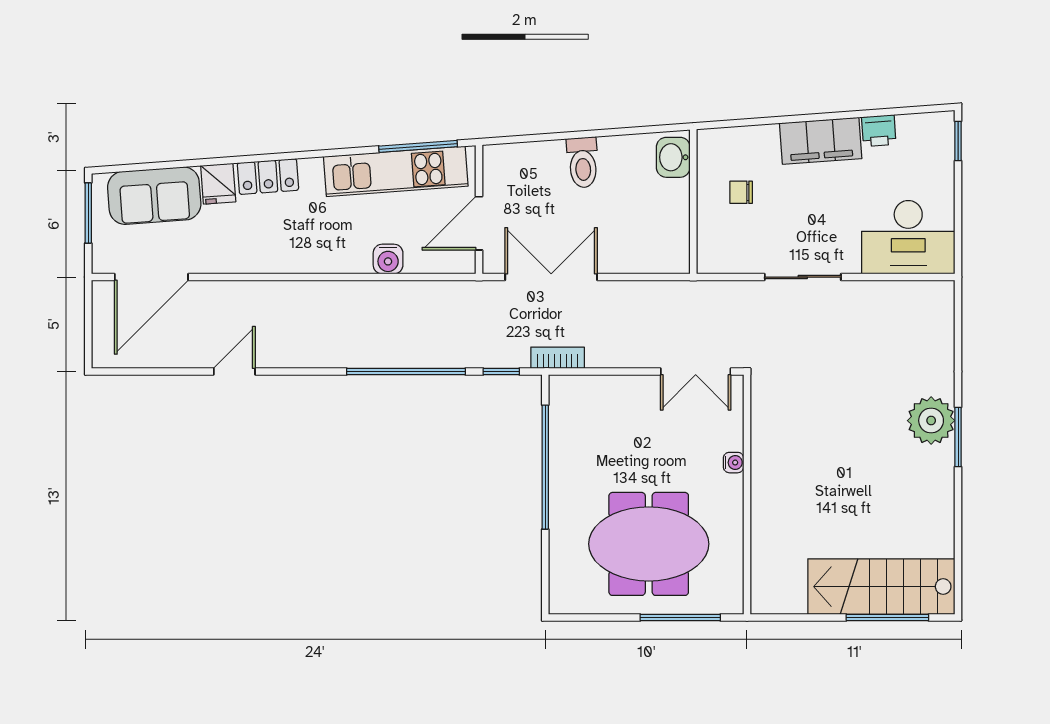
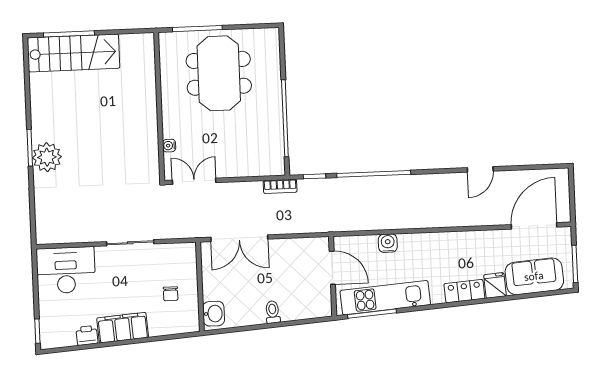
toilet: (583, 163) -> (273, 312), width x0.73, depth x0.72
chair: (741, 192) -> (171, 294), turned 90
door: (479, 223) -> (332, 268), hinge flipped
double door: (551, 277) -> (239, 238), moved
water cooler: (734, 463) -> (169, 146), moved
meeting table: (649, 544) -> (219, 73), turned 90

